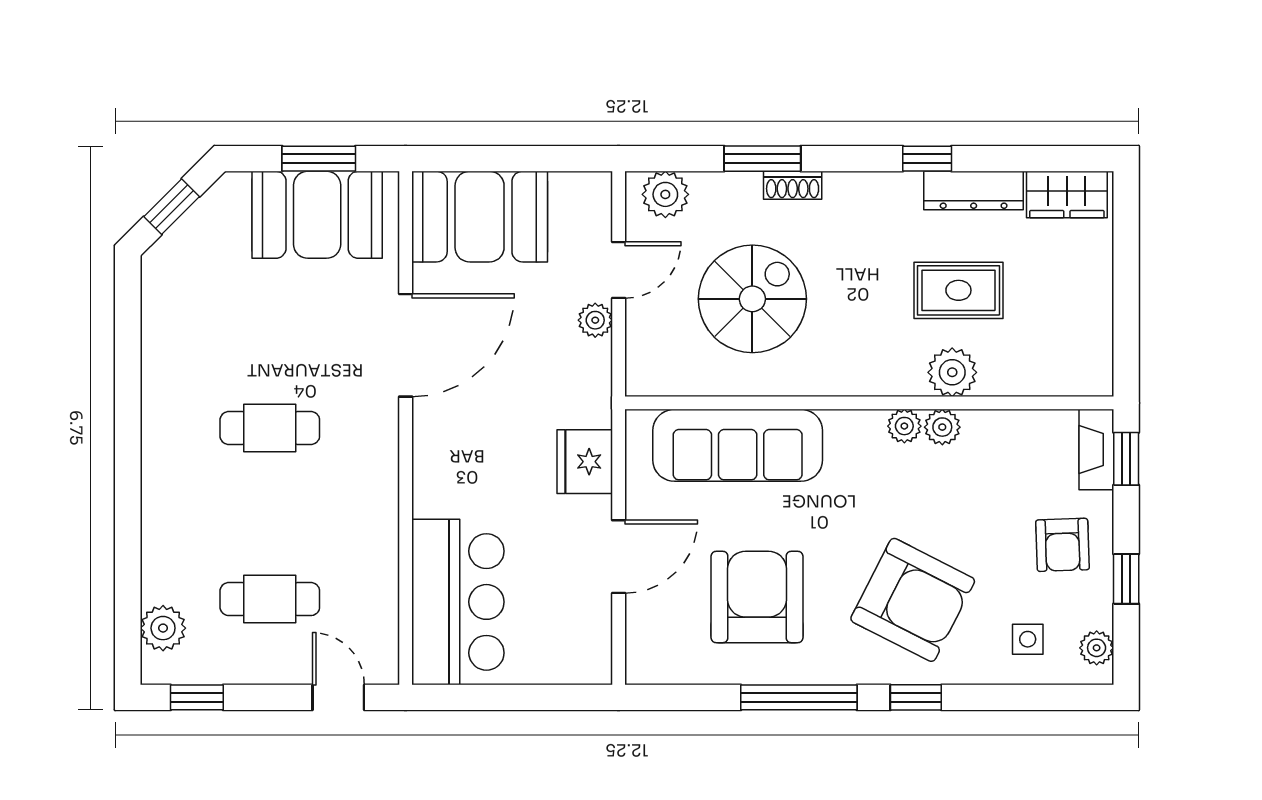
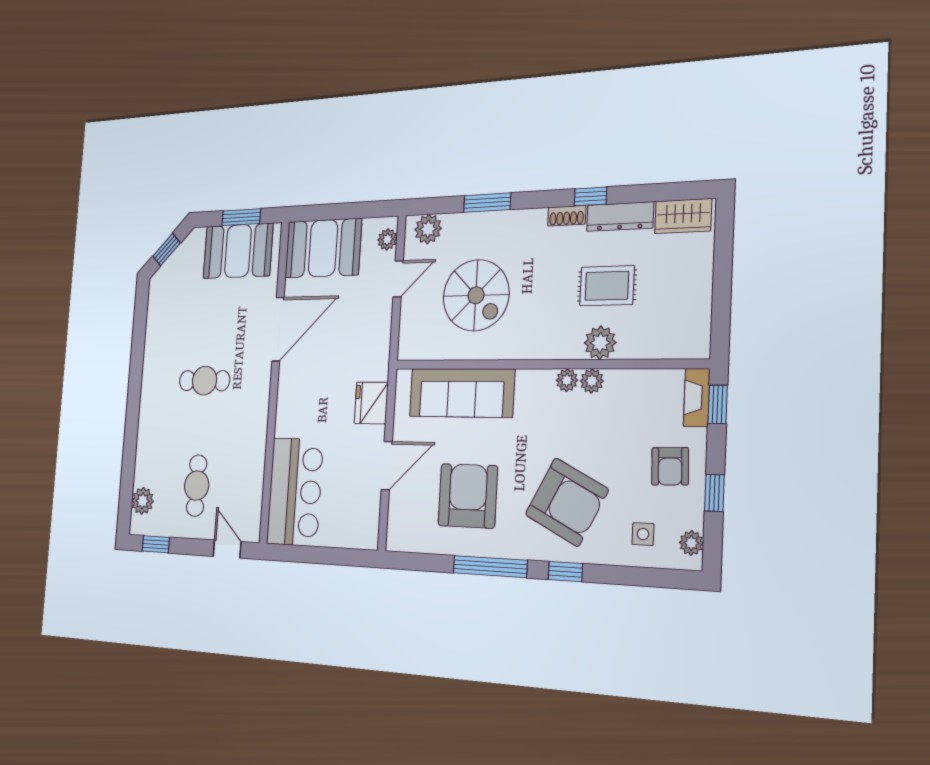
shoe rack: (793, 185) -> (567, 216), moved
spiral stairs: (752, 299) -> (476, 295), turned 90
plant: (595, 320) -> (387, 239), moved
cafe table: (270, 599) -> (197, 486), turned 90

